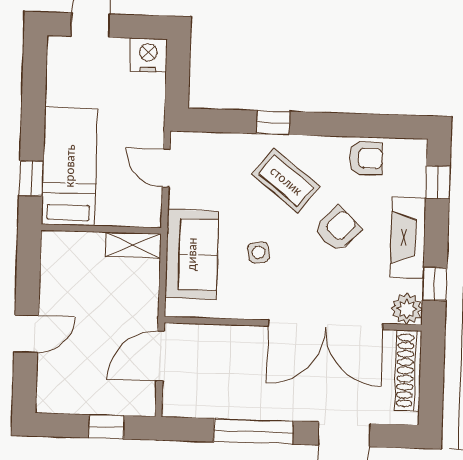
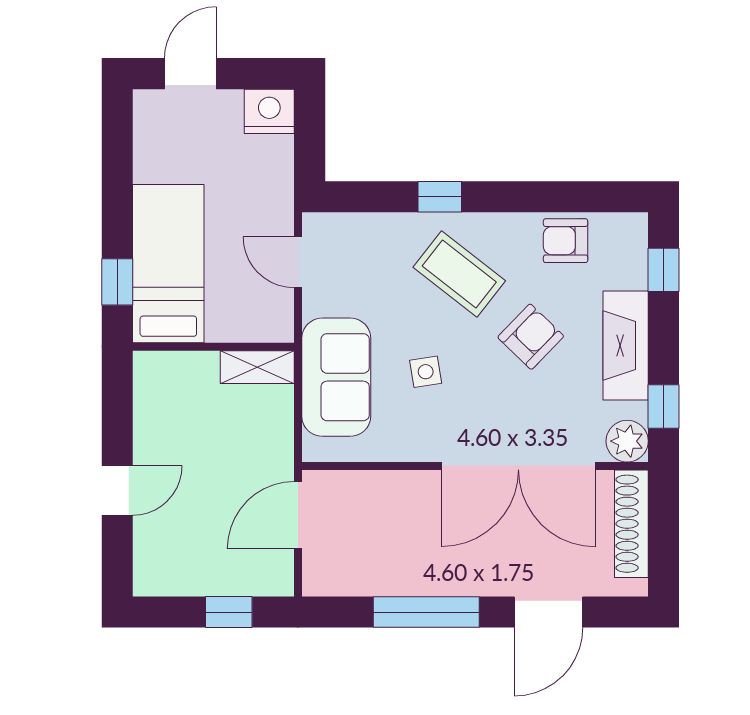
armchair: (366, 158) -> (566, 241), turned 180

